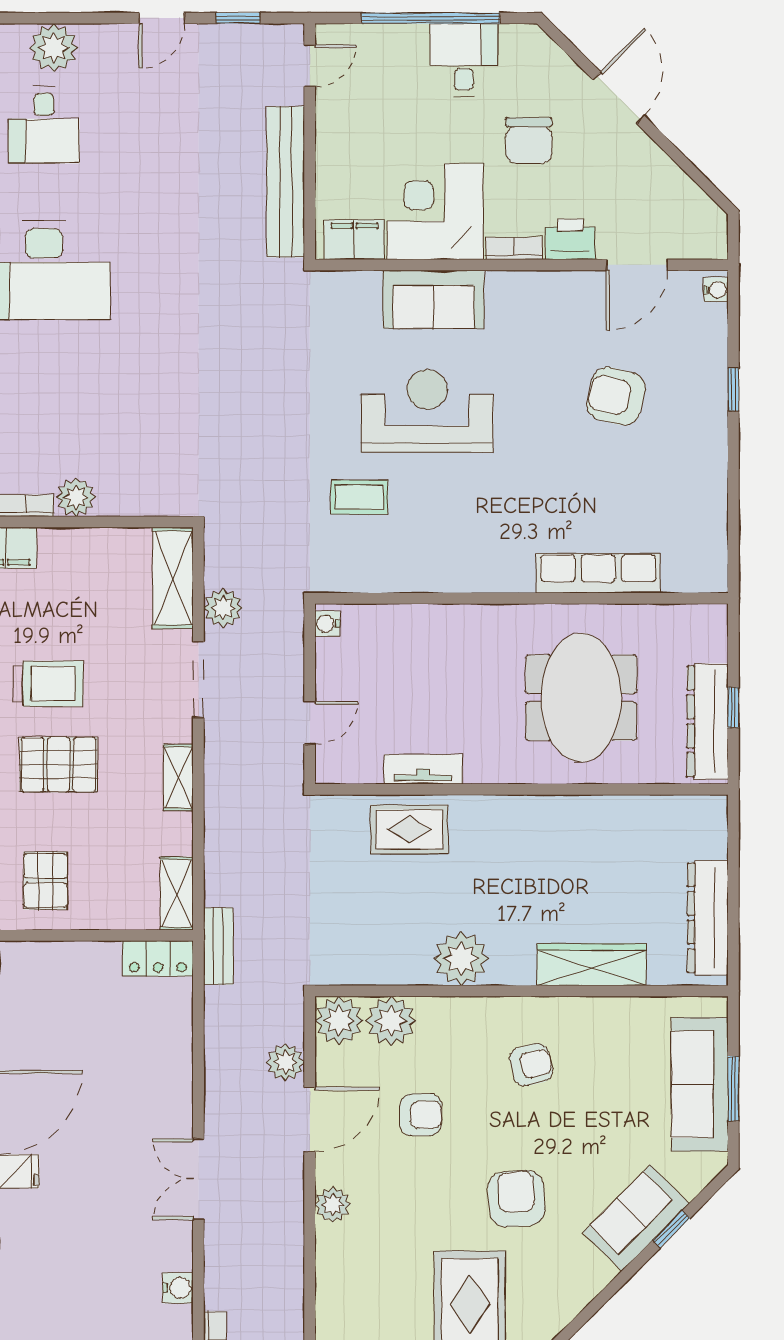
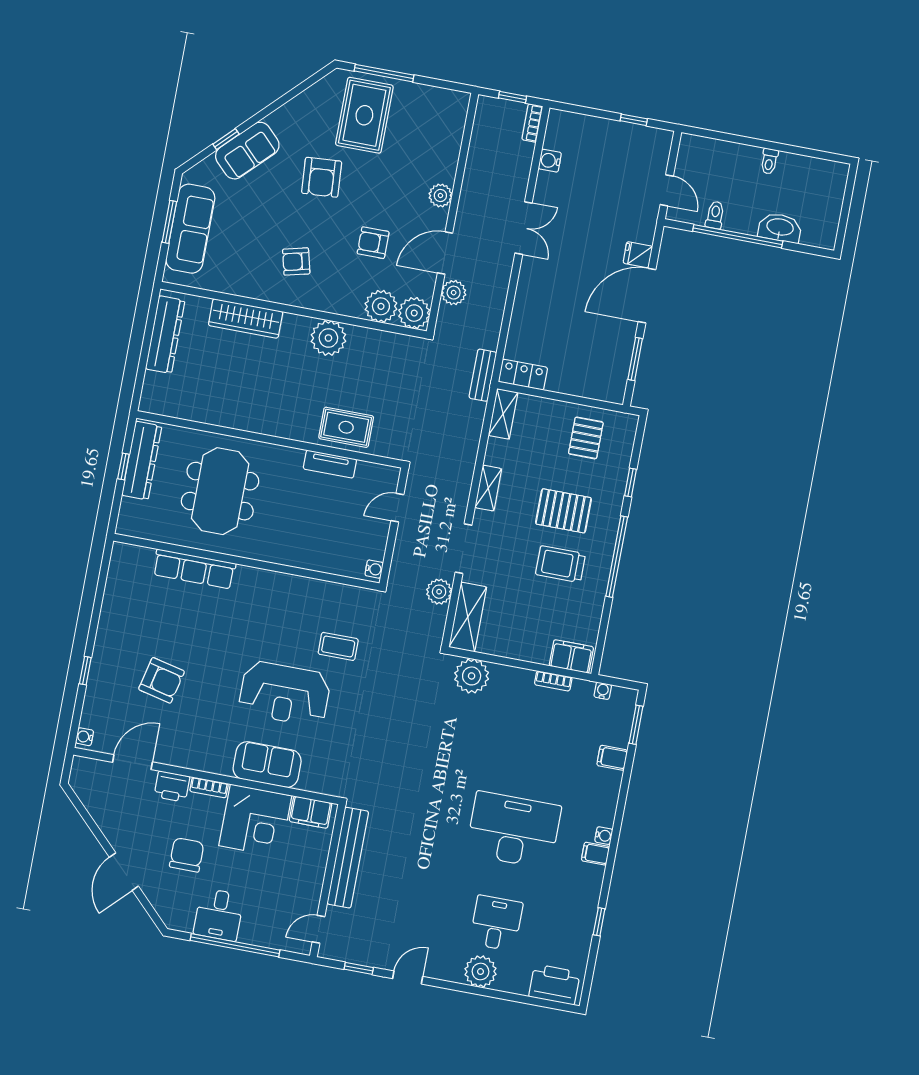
plant: (76, 497) -> (472, 676), moved, width x1.36, depth x1.36

